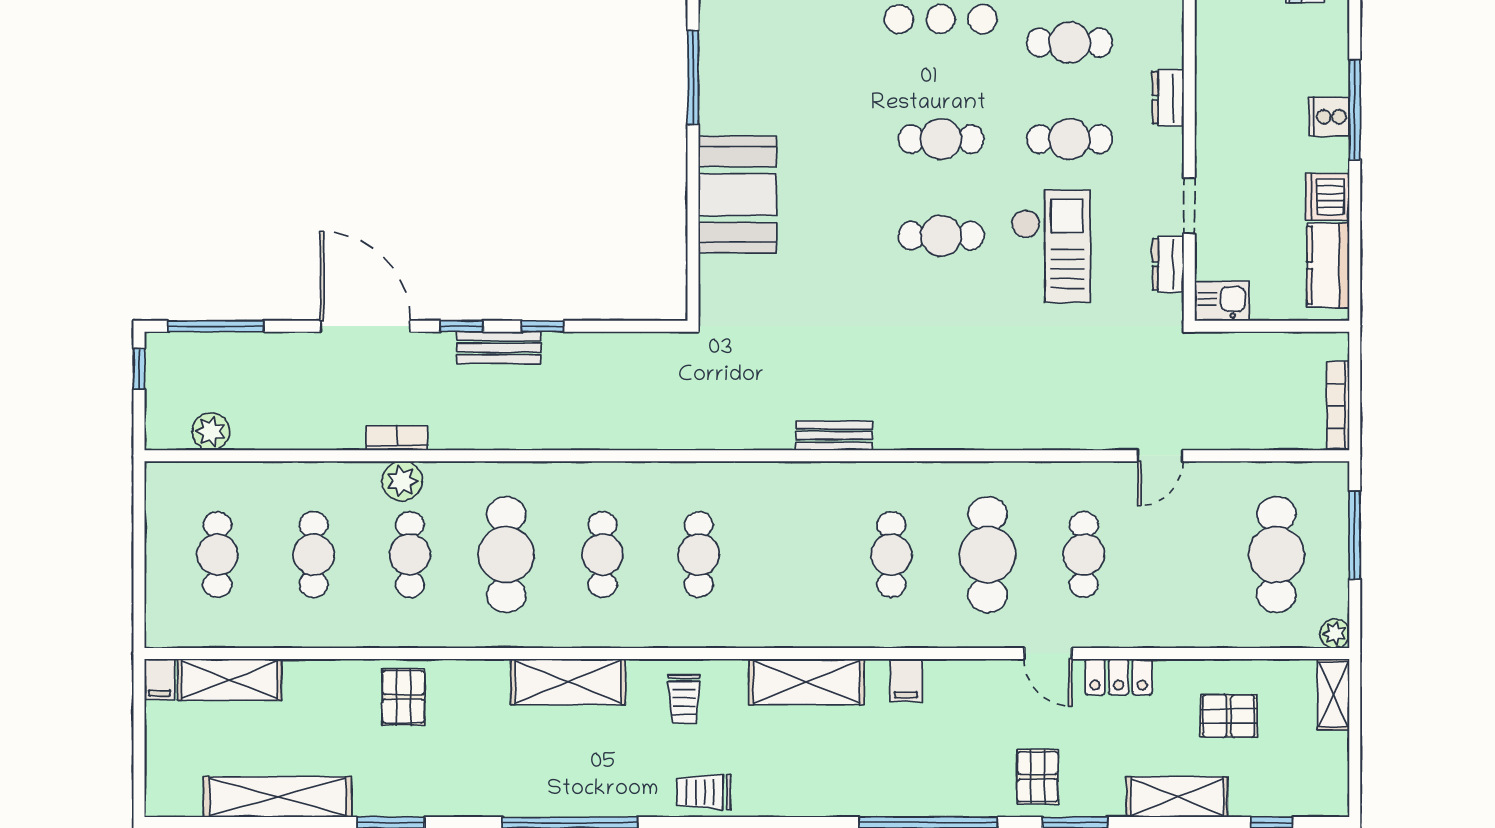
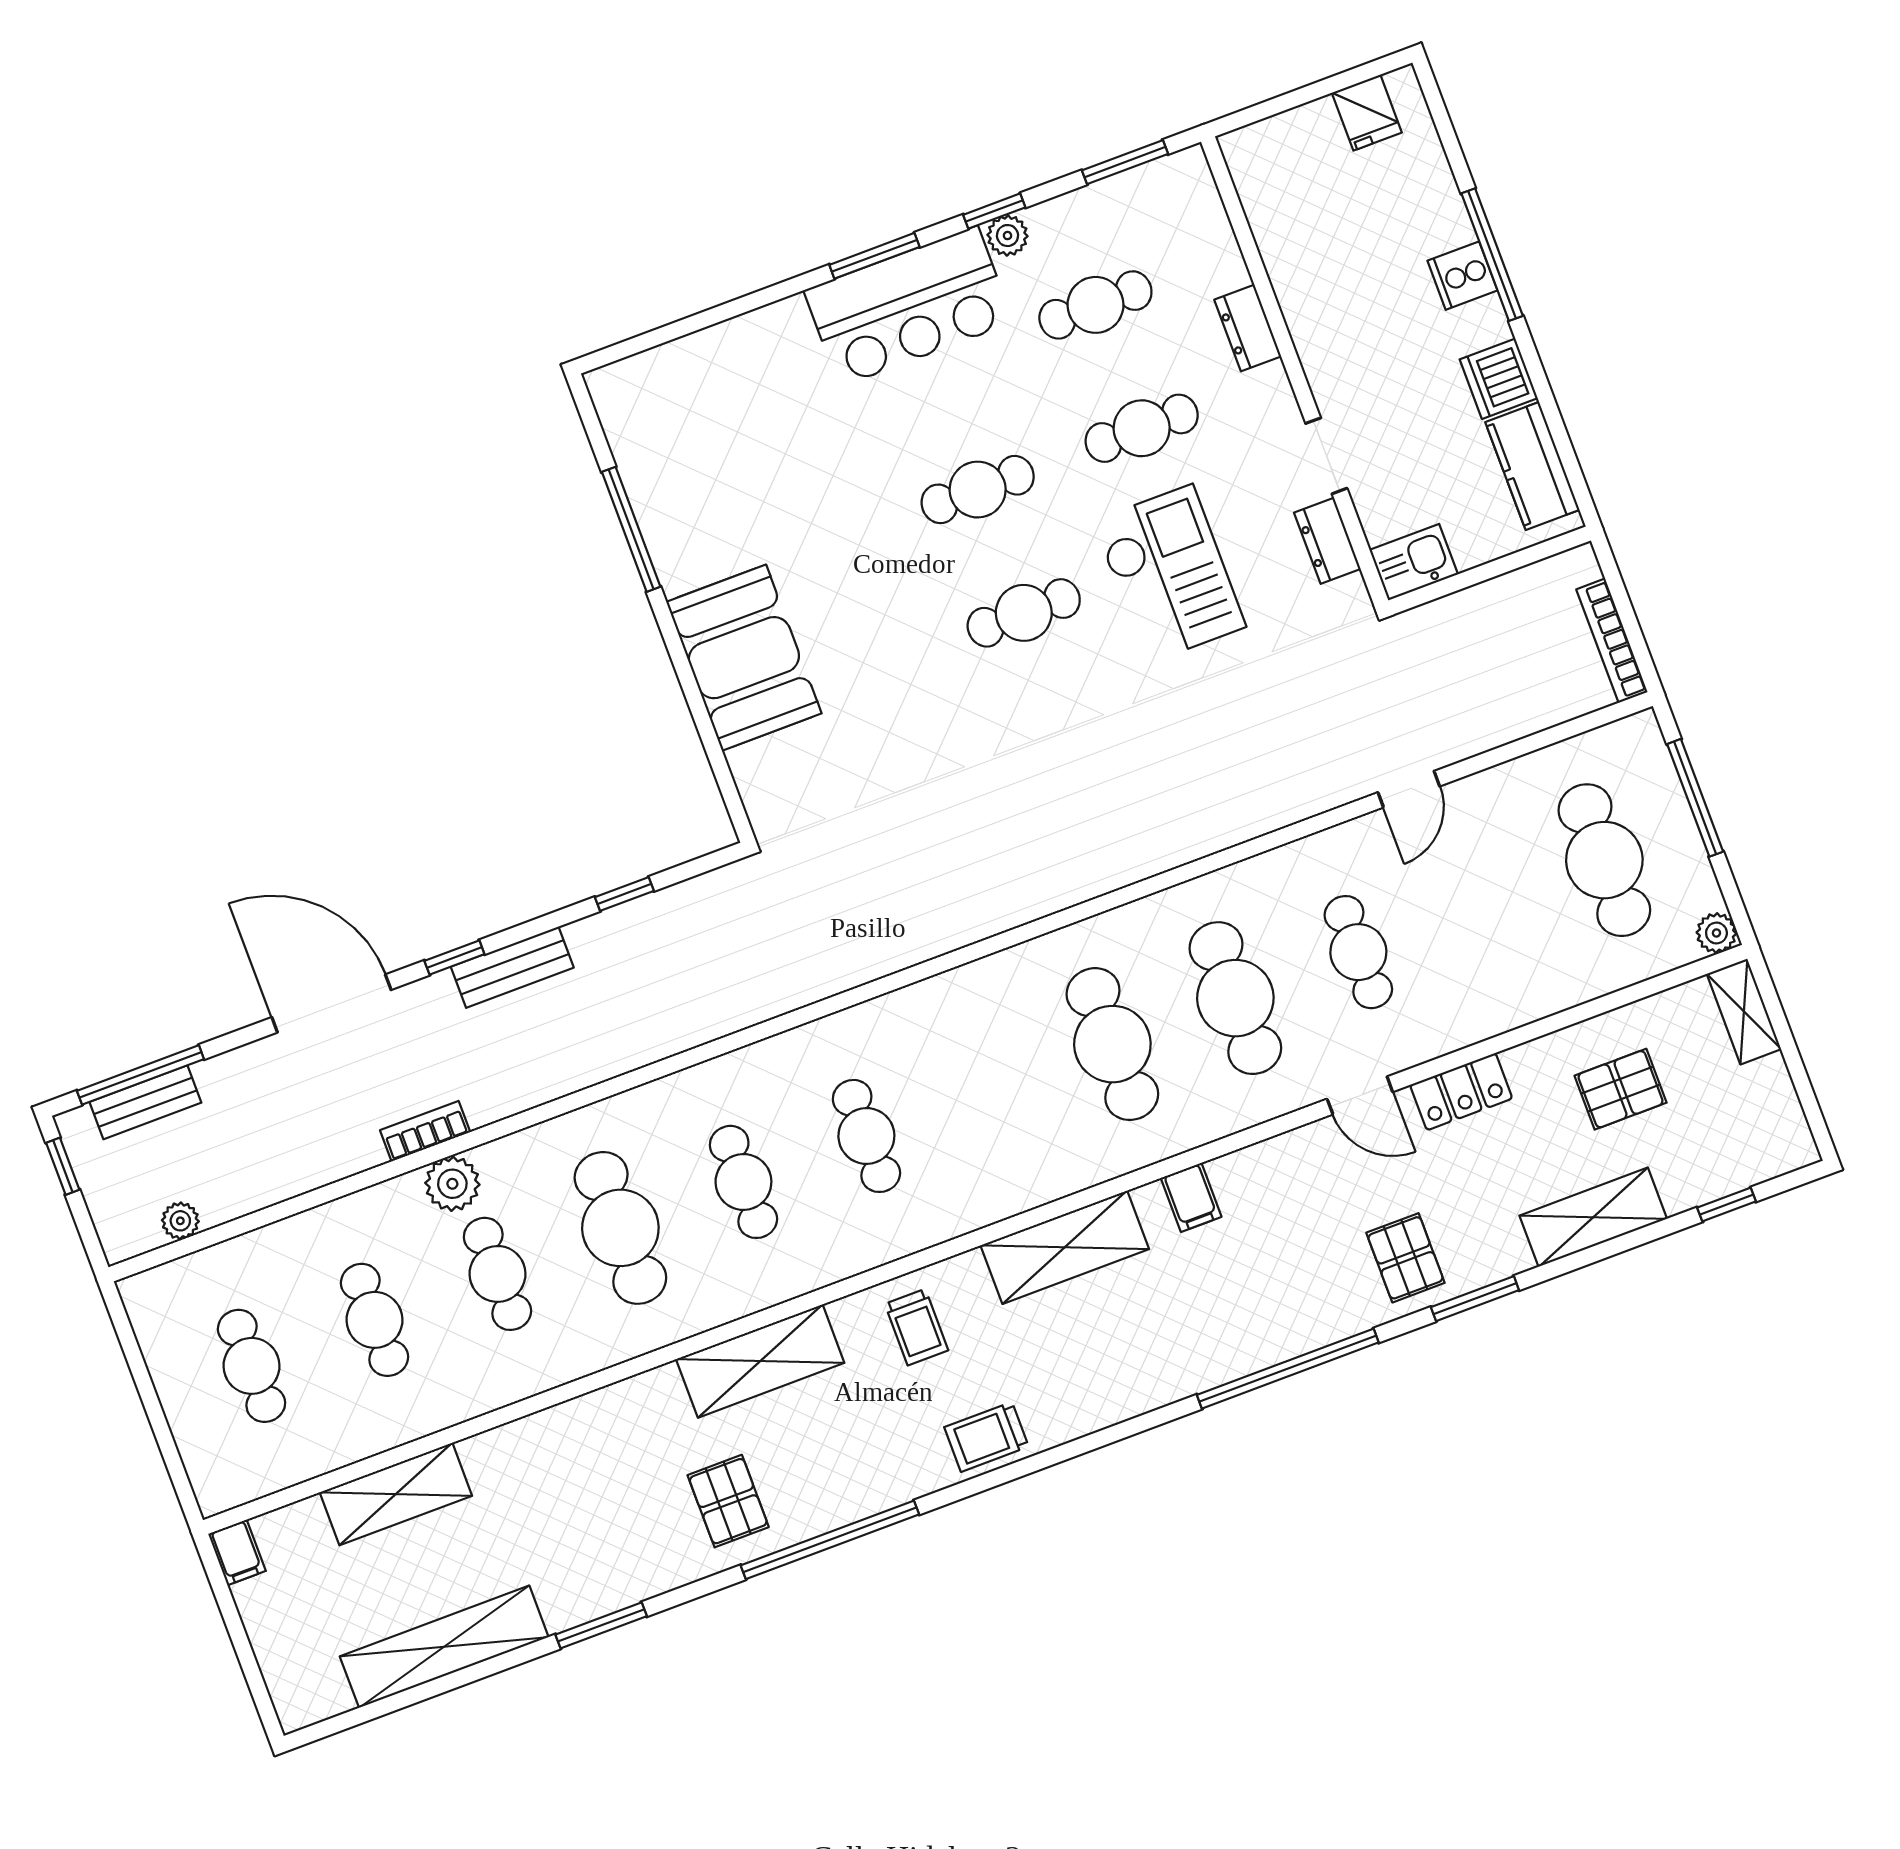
window: (543, 326) -> (624, 894), moved
plant: (211, 432) -> (180, 1221), width x0.73, depth x0.73
bench: (834, 436) -> (145, 1102), moved
cafe table: (891, 555) -> (1112, 1044), width x1.37, depth x1.35
shelving: (229, 680) -> (396, 1494), moved
pallet: (403, 697) -> (728, 1501), moved

